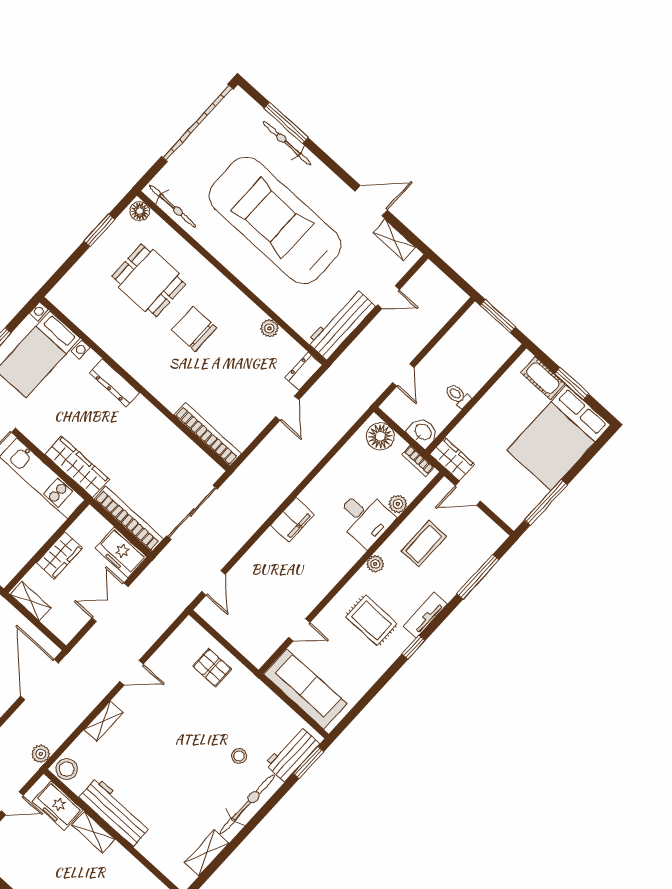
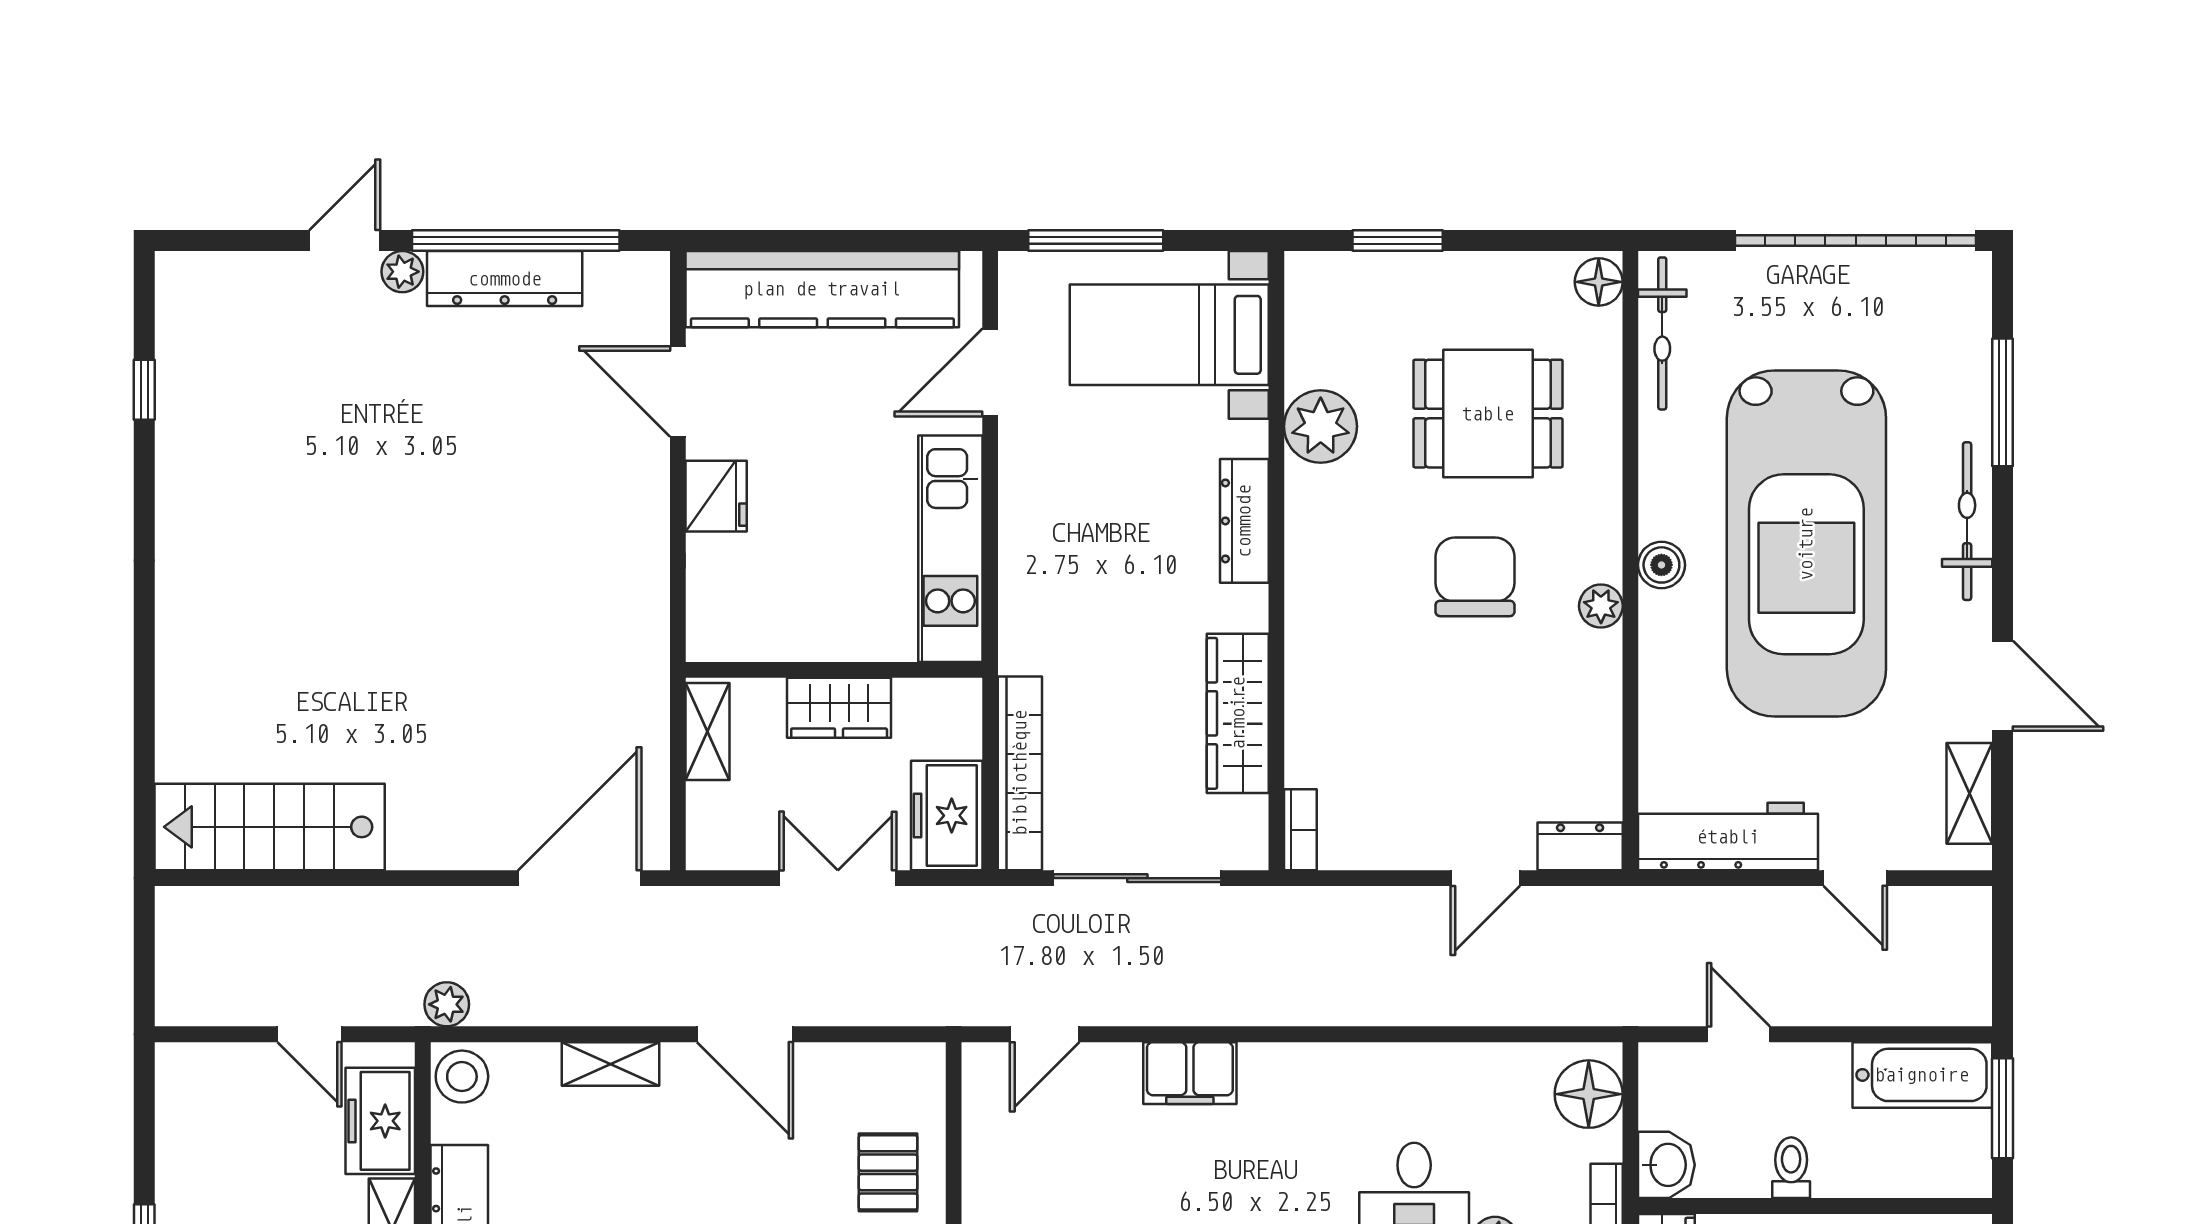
bicycle: (287, 143) -> (1967, 521), moved
car: (275, 220) -> (1806, 544), turned 180
window: (99, 230) -> (1398, 241), moved
boiler: (242, 270) -> (1661, 565), added
dining table: (149, 280) -> (1488, 414), turned 90
plant: (269, 328) -> (1601, 606), moved
bathtub: (466, 331) -> (1922, 1075), added
plant: (107, 334) -> (1321, 426), added
door: (403, 375) -> (1738, 1034), swing flipped
bookcase: (208, 434) -> (1300, 830), width x0.43, depth x0.76
wardrobe: (77, 467) -> (1238, 713), moved, turned 180
filing cabinet: (292, 520) -> (1190, 1073), moved
door: (132, 673) -> (745, 1034), width x1.37

